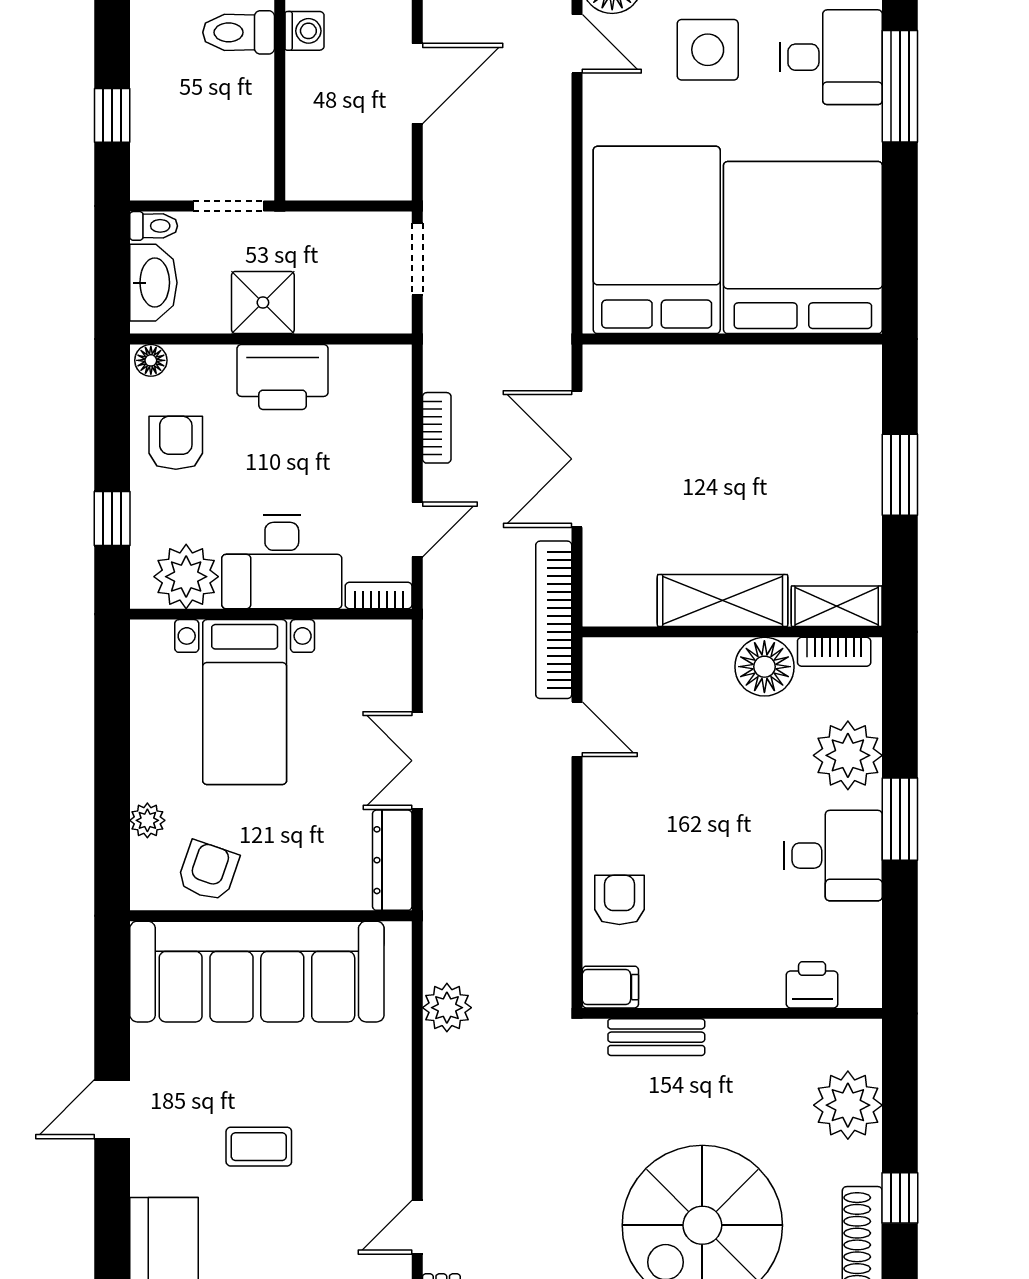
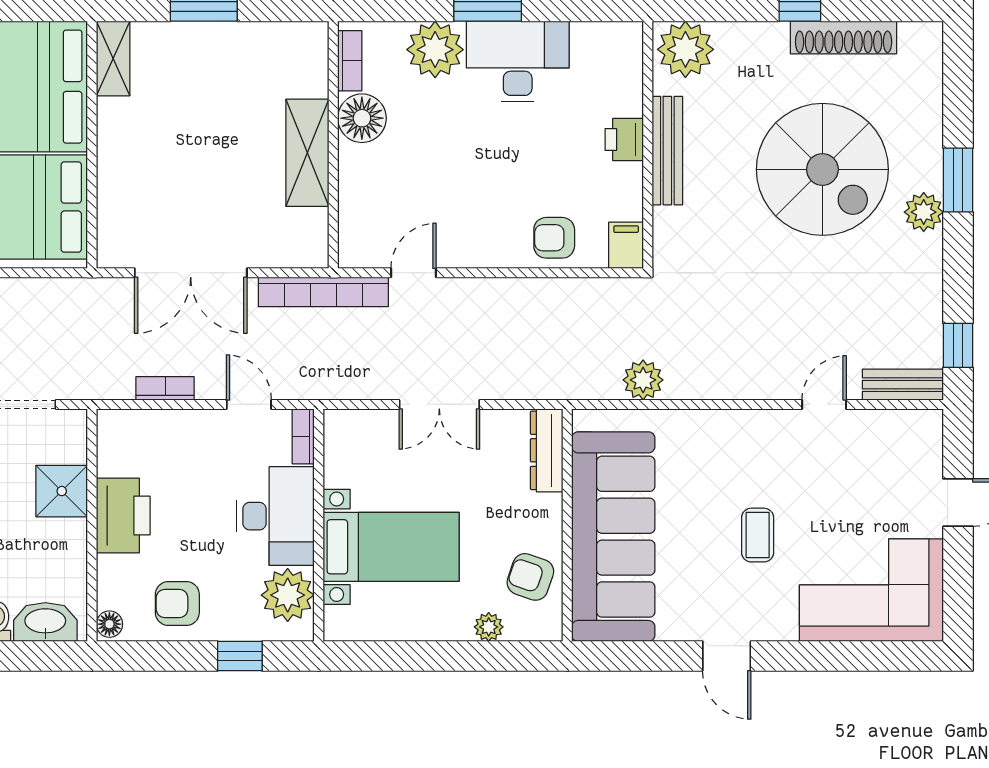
shower: (263, 303) -> (62, 491), moved
shelving: (837, 606) -> (113, 59), moved
desk: (833, 856) -> (518, 62), width x1.37
dresser: (392, 860) -> (547, 450), moved, turned 90
printer: (812, 985) -> (624, 139), moved
bench: (656, 1037) -> (667, 151), moved, width x1.36
plant: (848, 1105) -> (685, 49), moved
door: (417, 1227) -> (824, 404), swing flipped

